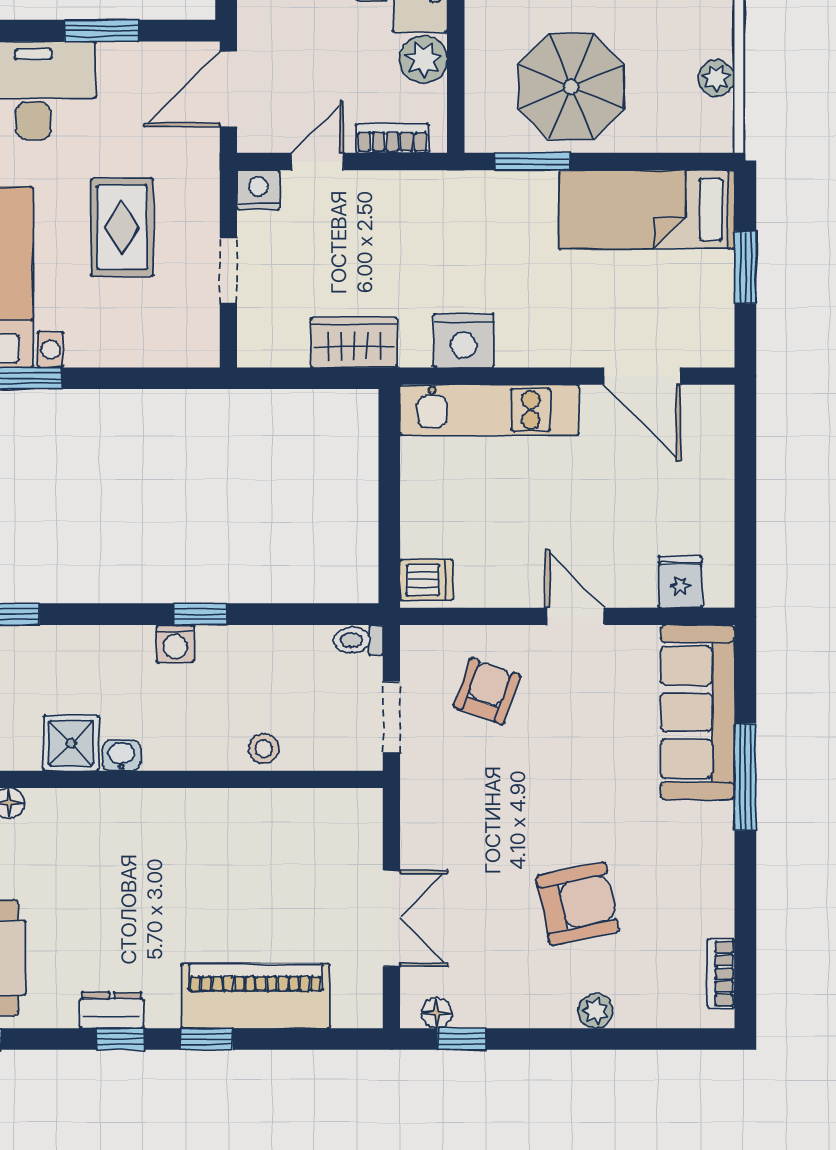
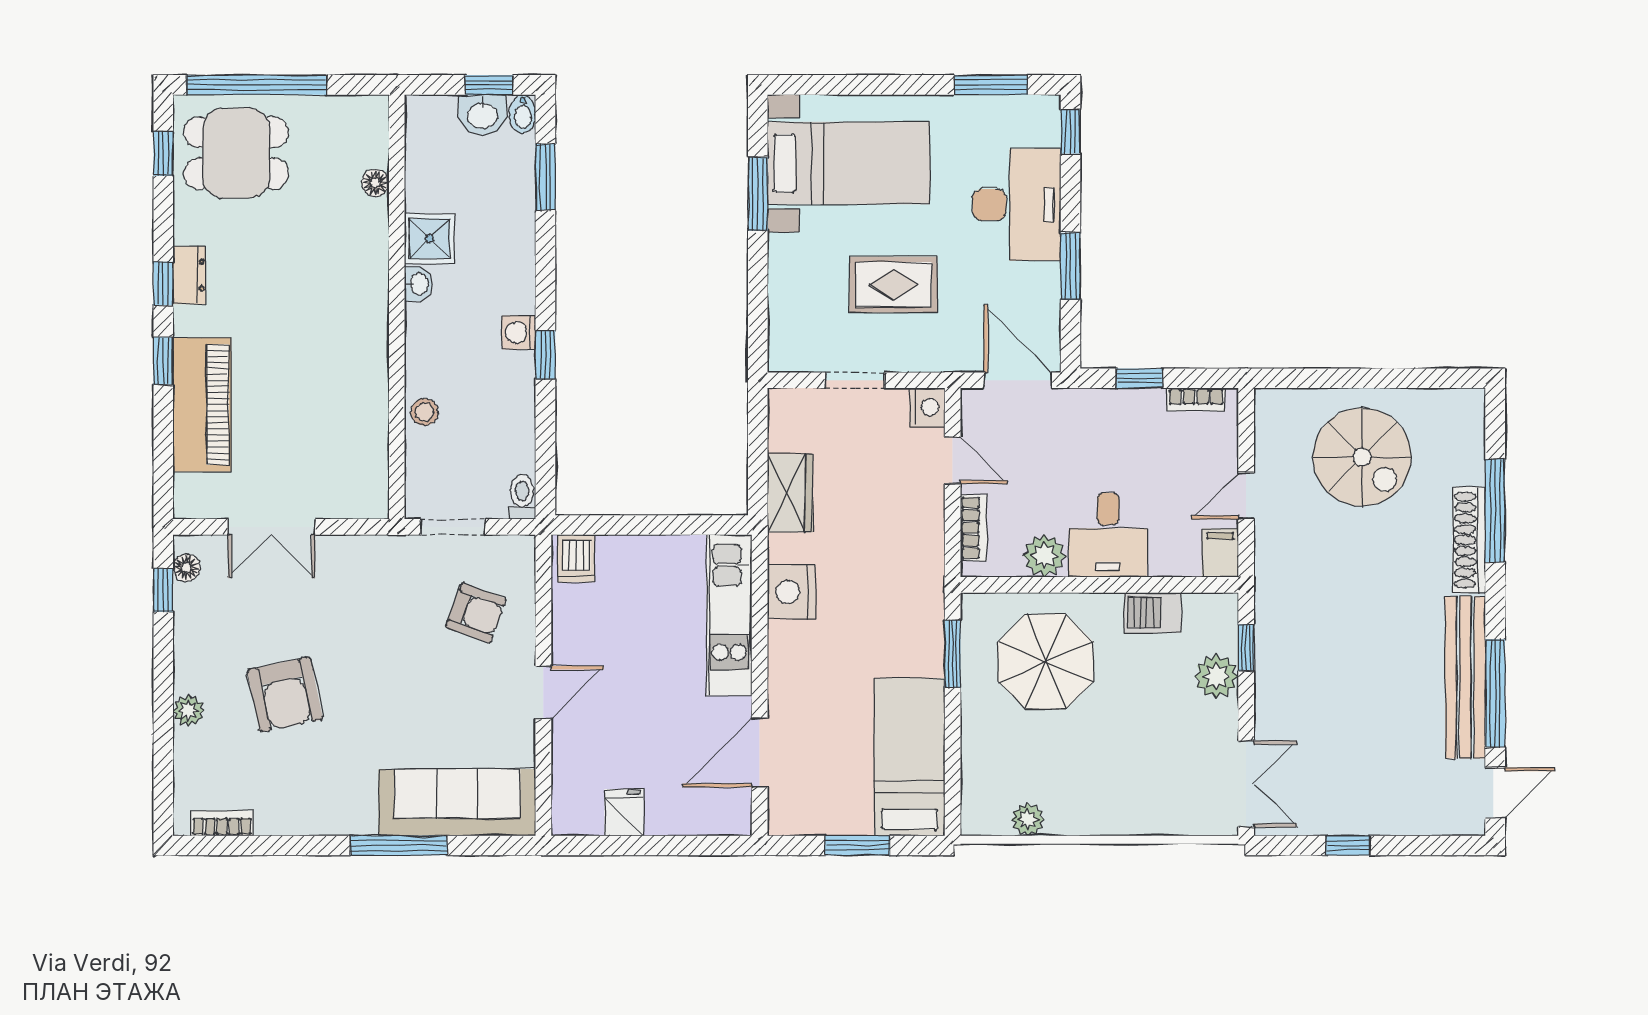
parasol: (571, 87) -> (1046, 662), moved
fridge: (680, 582) -> (624, 812), moved, turned -90

